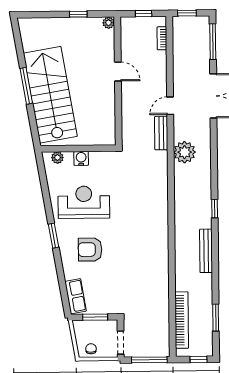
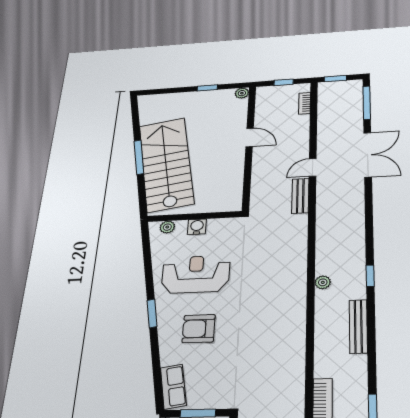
plant: (185, 152) -> (323, 282), moved, width x0.53, depth x0.53

